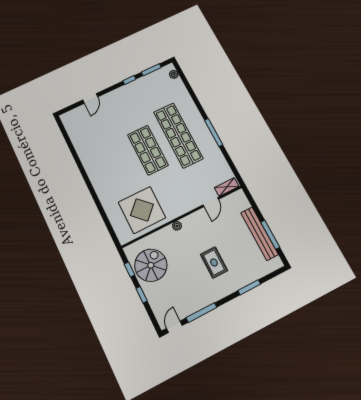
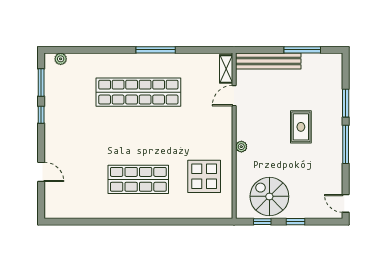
shop shelf: (148, 150) -> (138, 179), moved
door: (211, 202) -> (234, 96), swing flipped
display table: (142, 210) -> (204, 176), width x0.73, depth x0.73
bench: (259, 234) -> (268, 61), moved
rug: (214, 262) -> (301, 127), turned 90
window: (201, 313) -> (346, 144), moved

